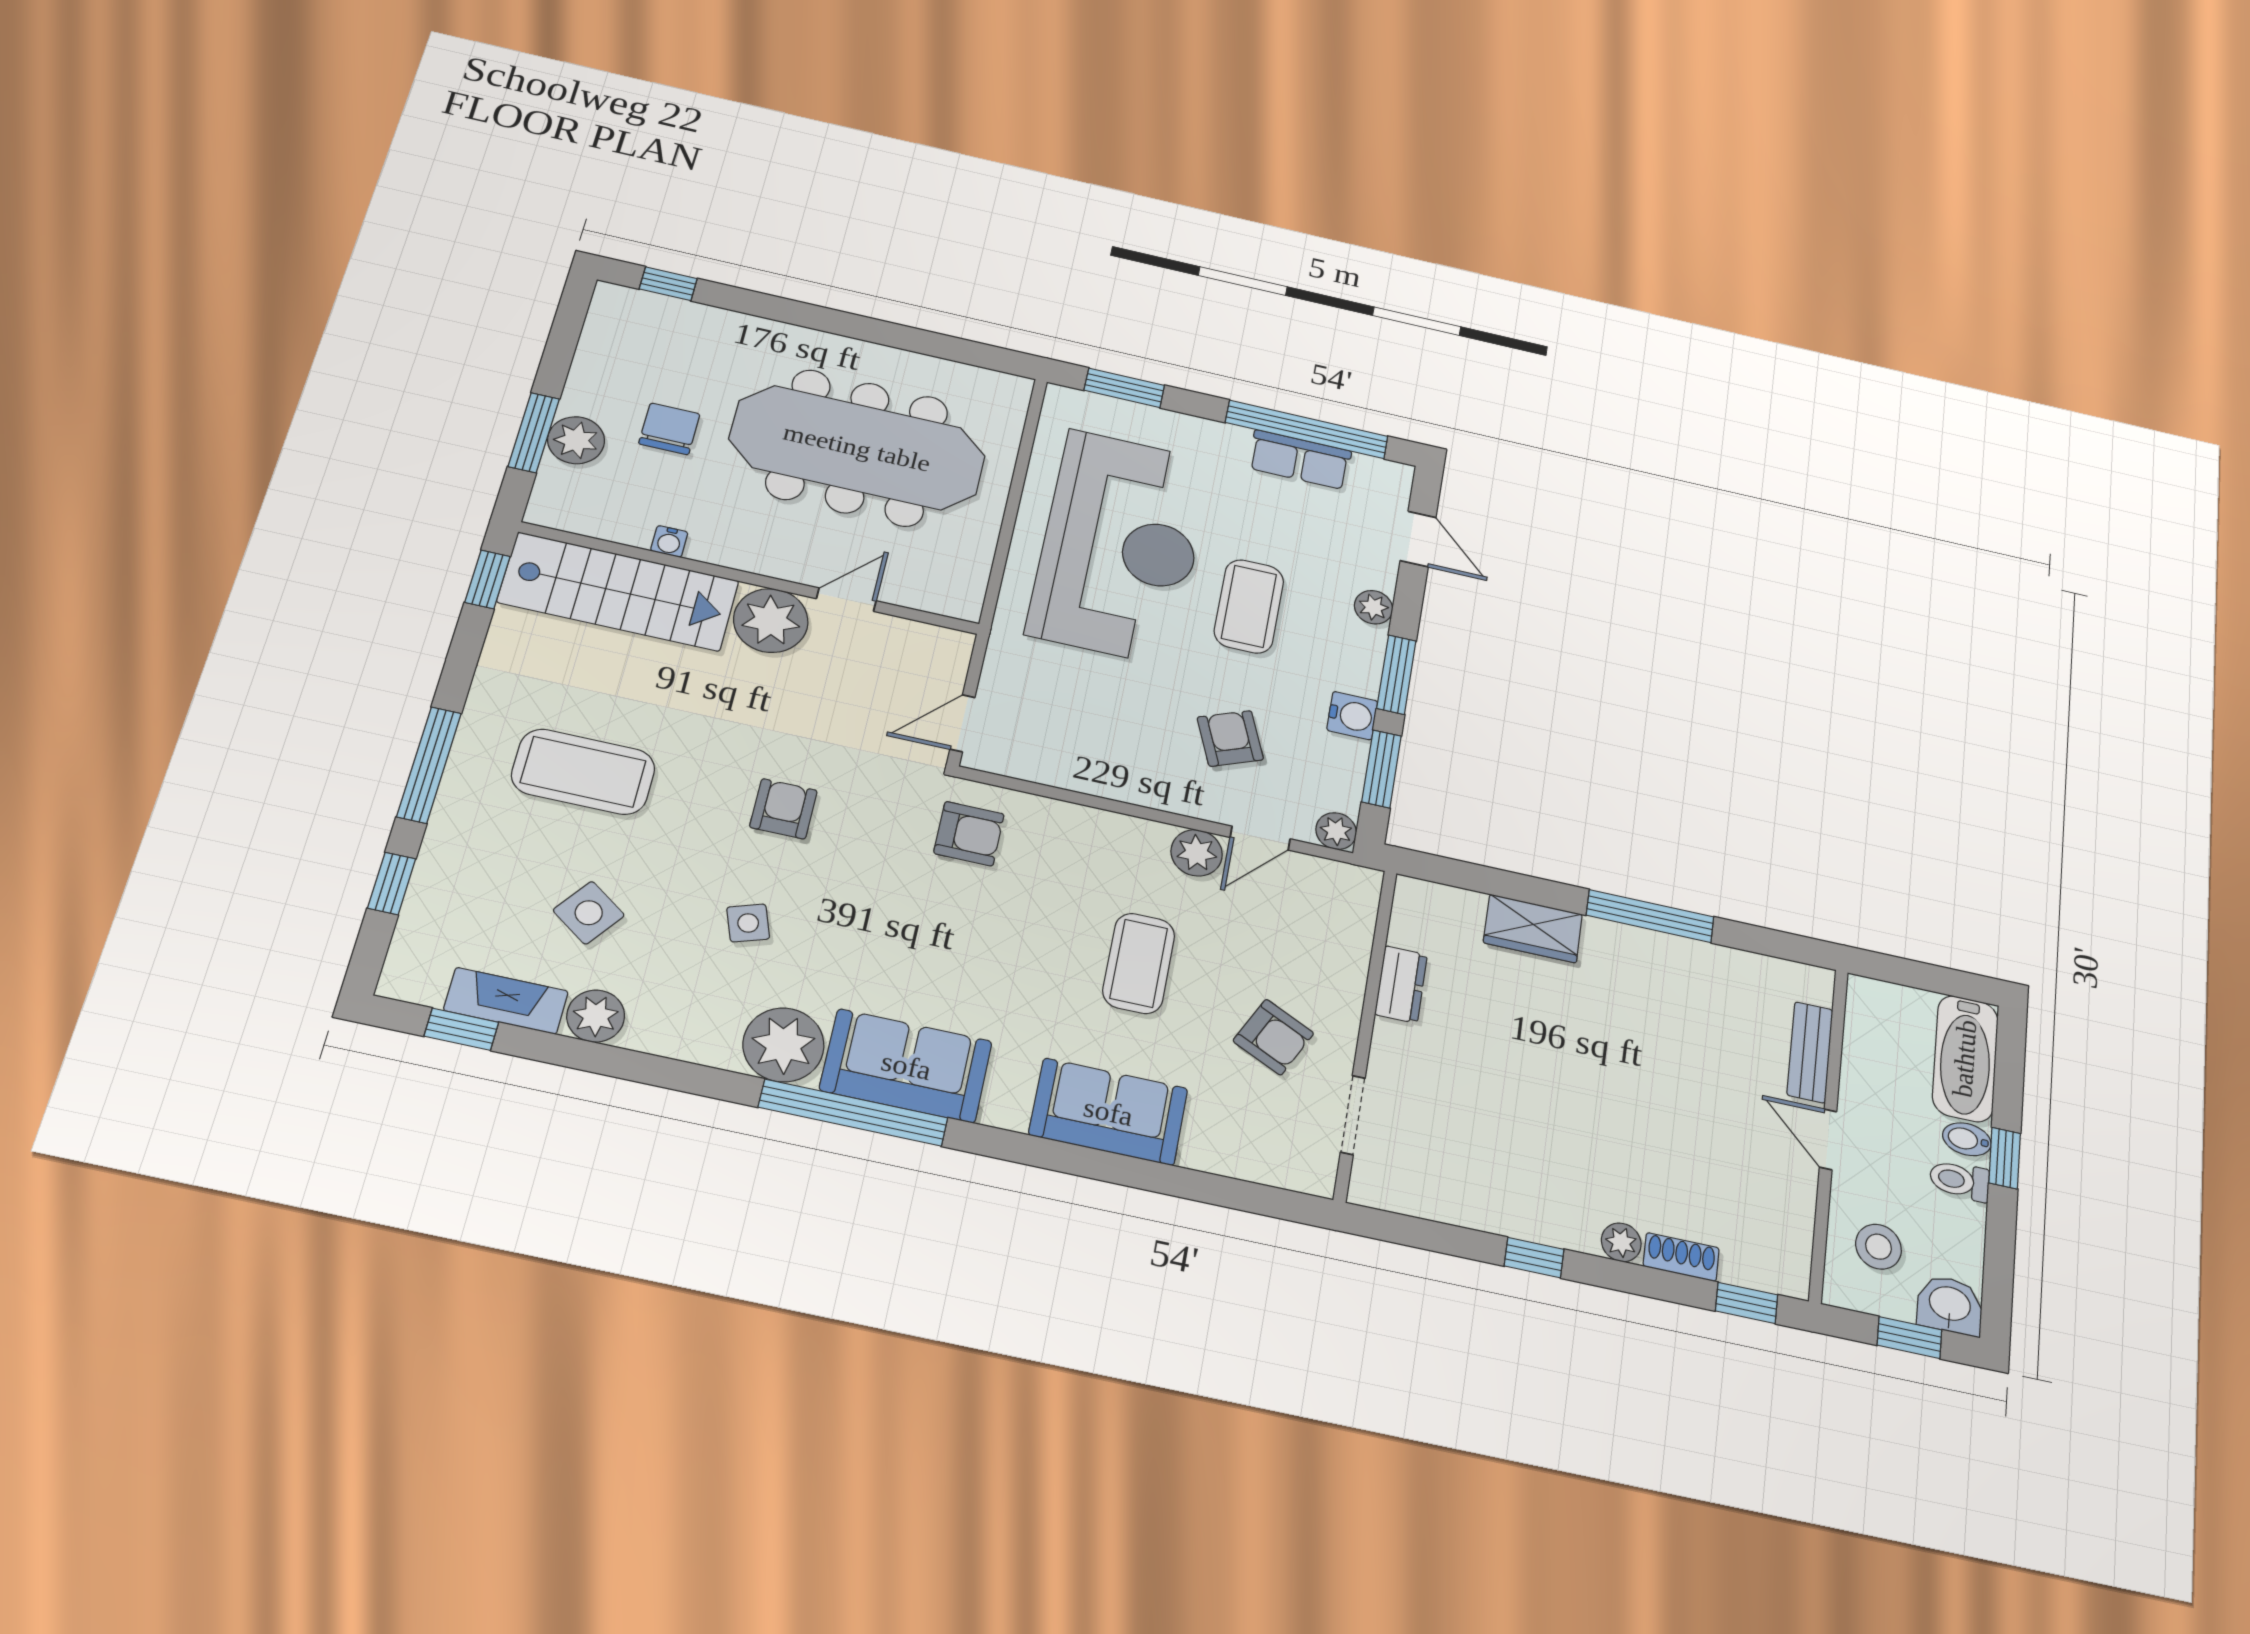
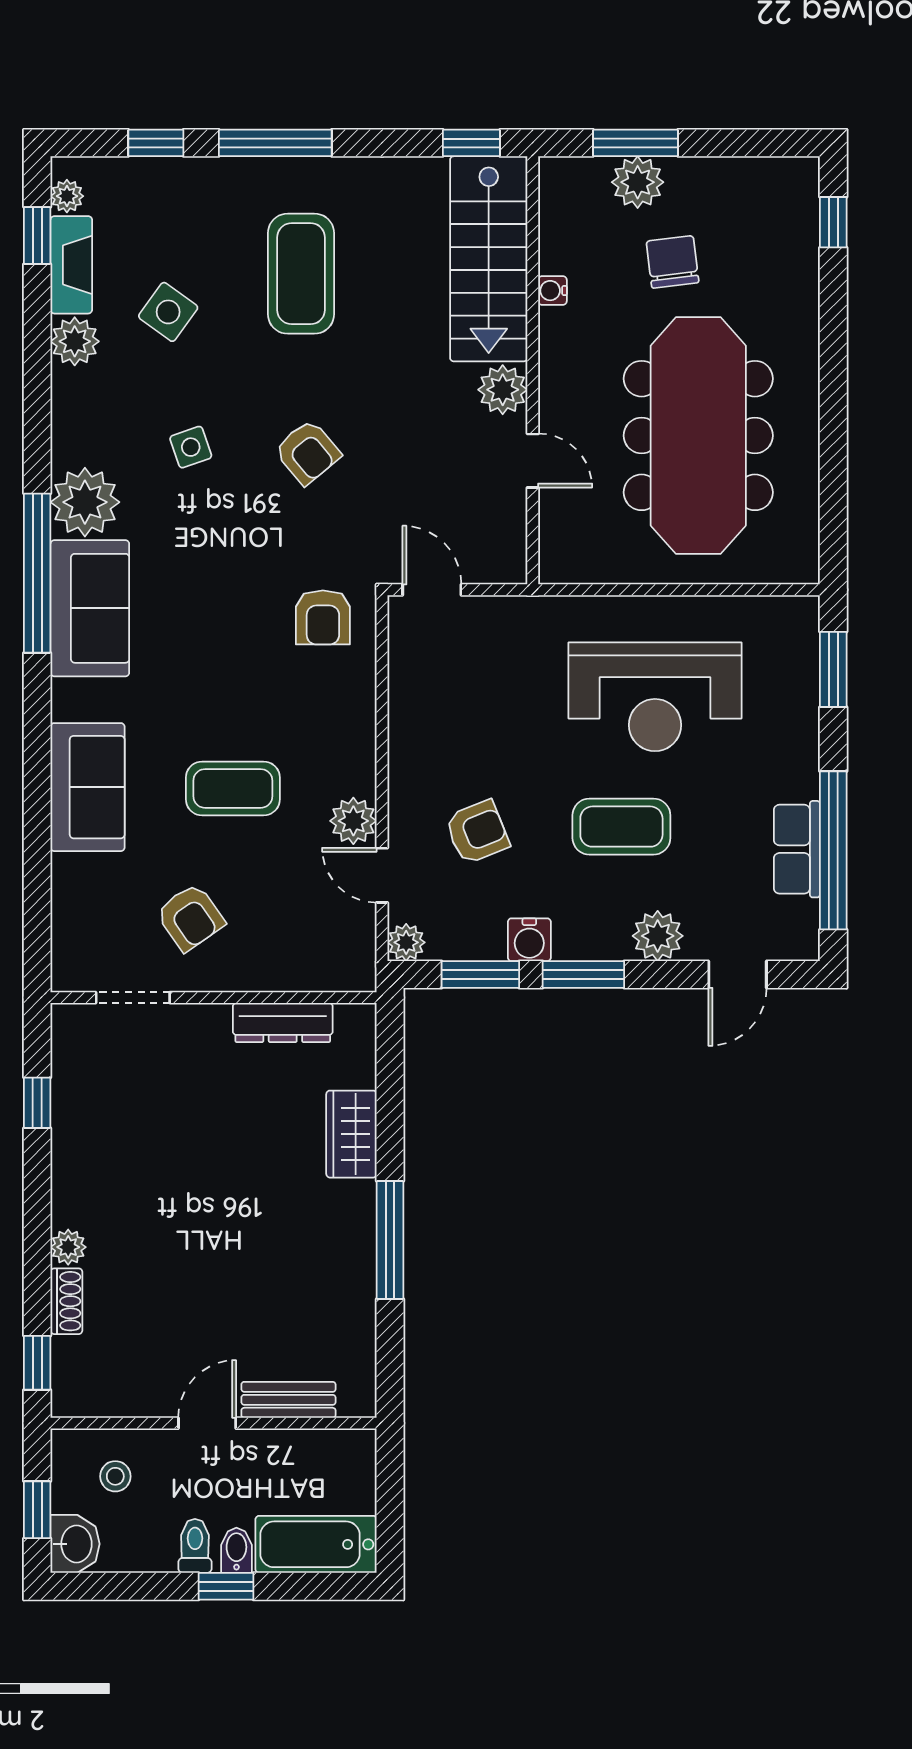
chair: (669, 429) -> (673, 262), turned -97
reception desk: (1120, 546) -> (655, 697), width x0.74, depth x0.77
plant: (1374, 607) -> (658, 936), width x1.38, depth x1.38
plant: (771, 620) -> (503, 390), width x0.73, depth x0.73
armchair: (783, 809) -> (307, 452), turned 50
dresser: (1401, 984) -> (283, 1022), width x1.44
plant: (425, 988) -> (67, 196), added
armchair: (1273, 1037) -> (190, 917), turned -61
stool: (1879, 1247) -> (115, 1476), width x0.73, depth x0.73
window: (1534, 1258) -> (37, 1103), moved

